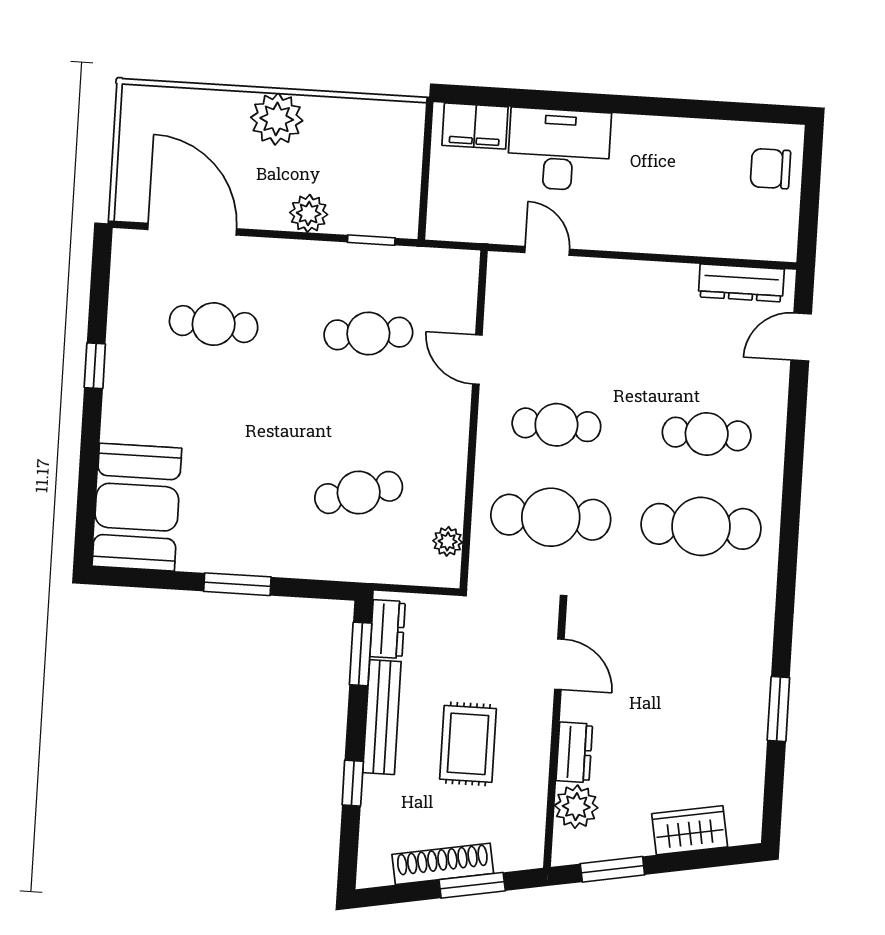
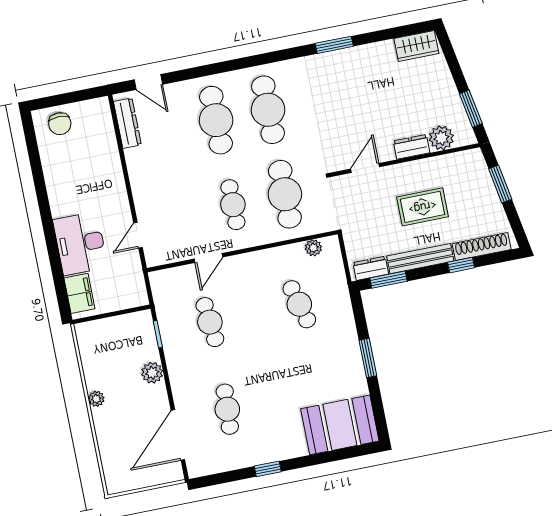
plant: (277, 119) -> (96, 399), width x0.53, depth x0.53
cafe table: (707, 434) -> (216, 120), width x1.37, depth x1.35
window: (778, 709) -> (334, 45), moved
wardrobe: (690, 830) -> (416, 46), moved, turned -80
shoe rack: (443, 864) -> (482, 247), moved, turned 100

